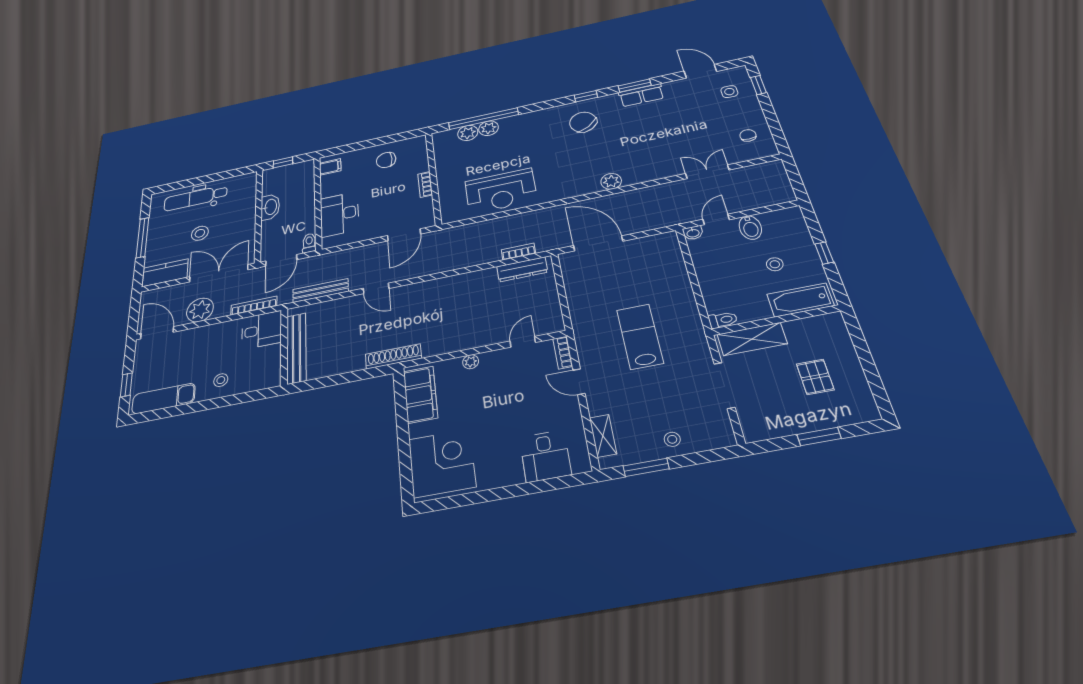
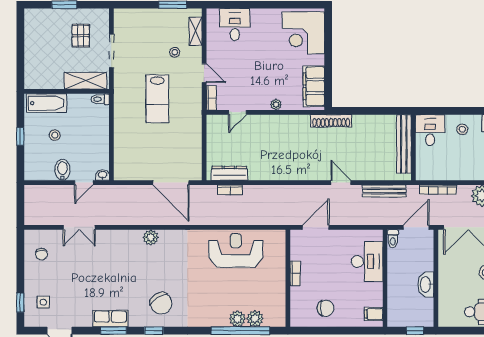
desk: (262, 330) -> (430, 130), moved, turned 90
pallet: (815, 377) -> (81, 36), moved
stool: (672, 439) -> (175, 52), moved

